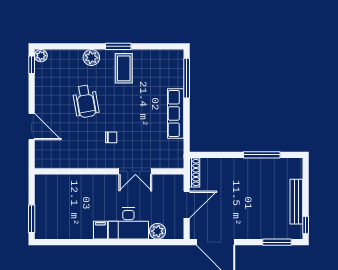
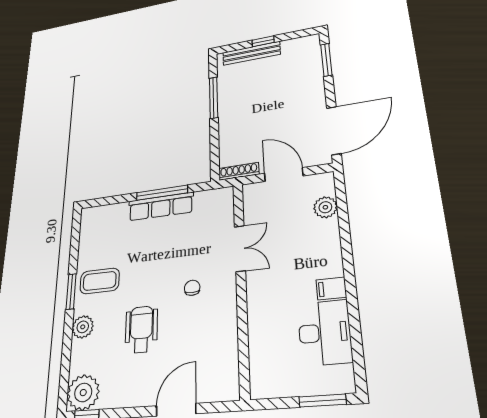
plant: (41, 56) -> (83, 393), width x1.87, depth x1.87
window: (187, 78) -> (162, 193), moved
wheelchair: (86, 101) -> (141, 329), turned -80
bench: (296, 202) -> (251, 53), moved
desk: (128, 224) -> (325, 333), moved
window: (306, 225) -> (263, 41), moved

